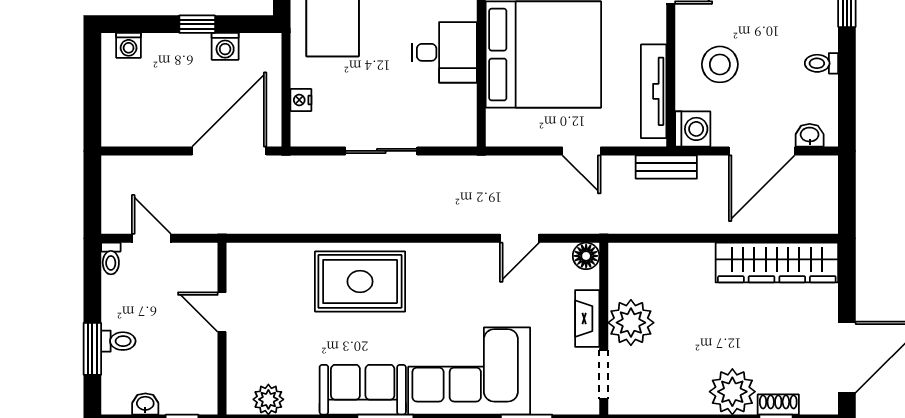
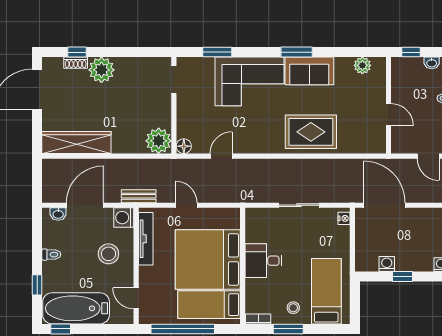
nightstand: (301, 100) -> (344, 218), moved
door: (229, 151) -> (384, 205), swing flipped
fireplace: (587, 319) -> (183, 111), removed
plant: (631, 323) -> (159, 141), moved

